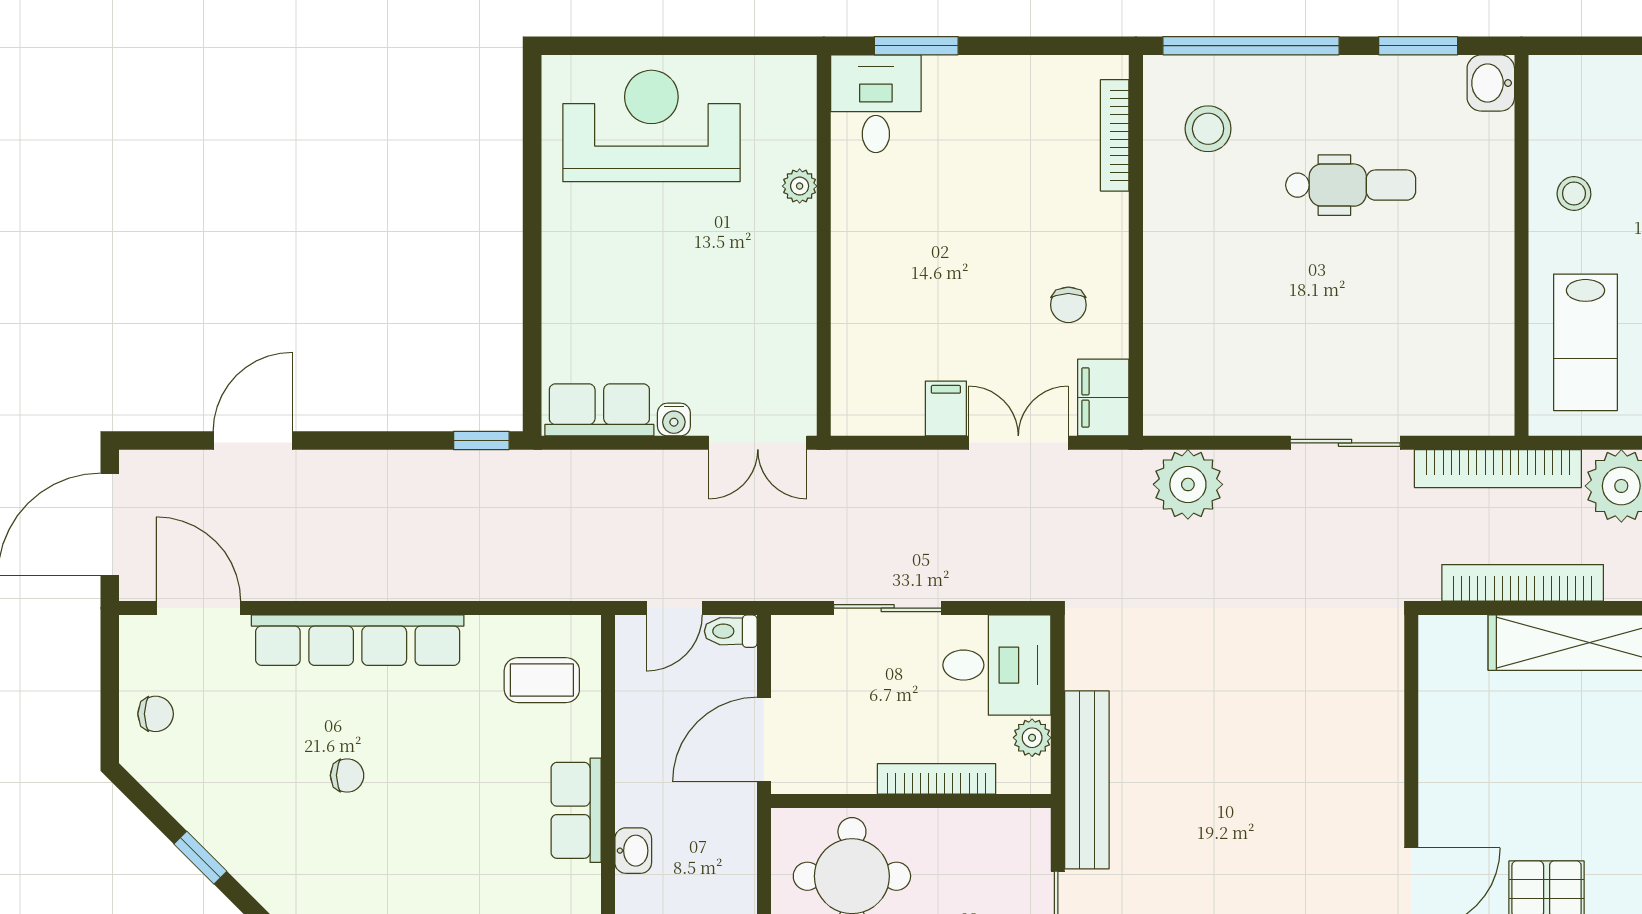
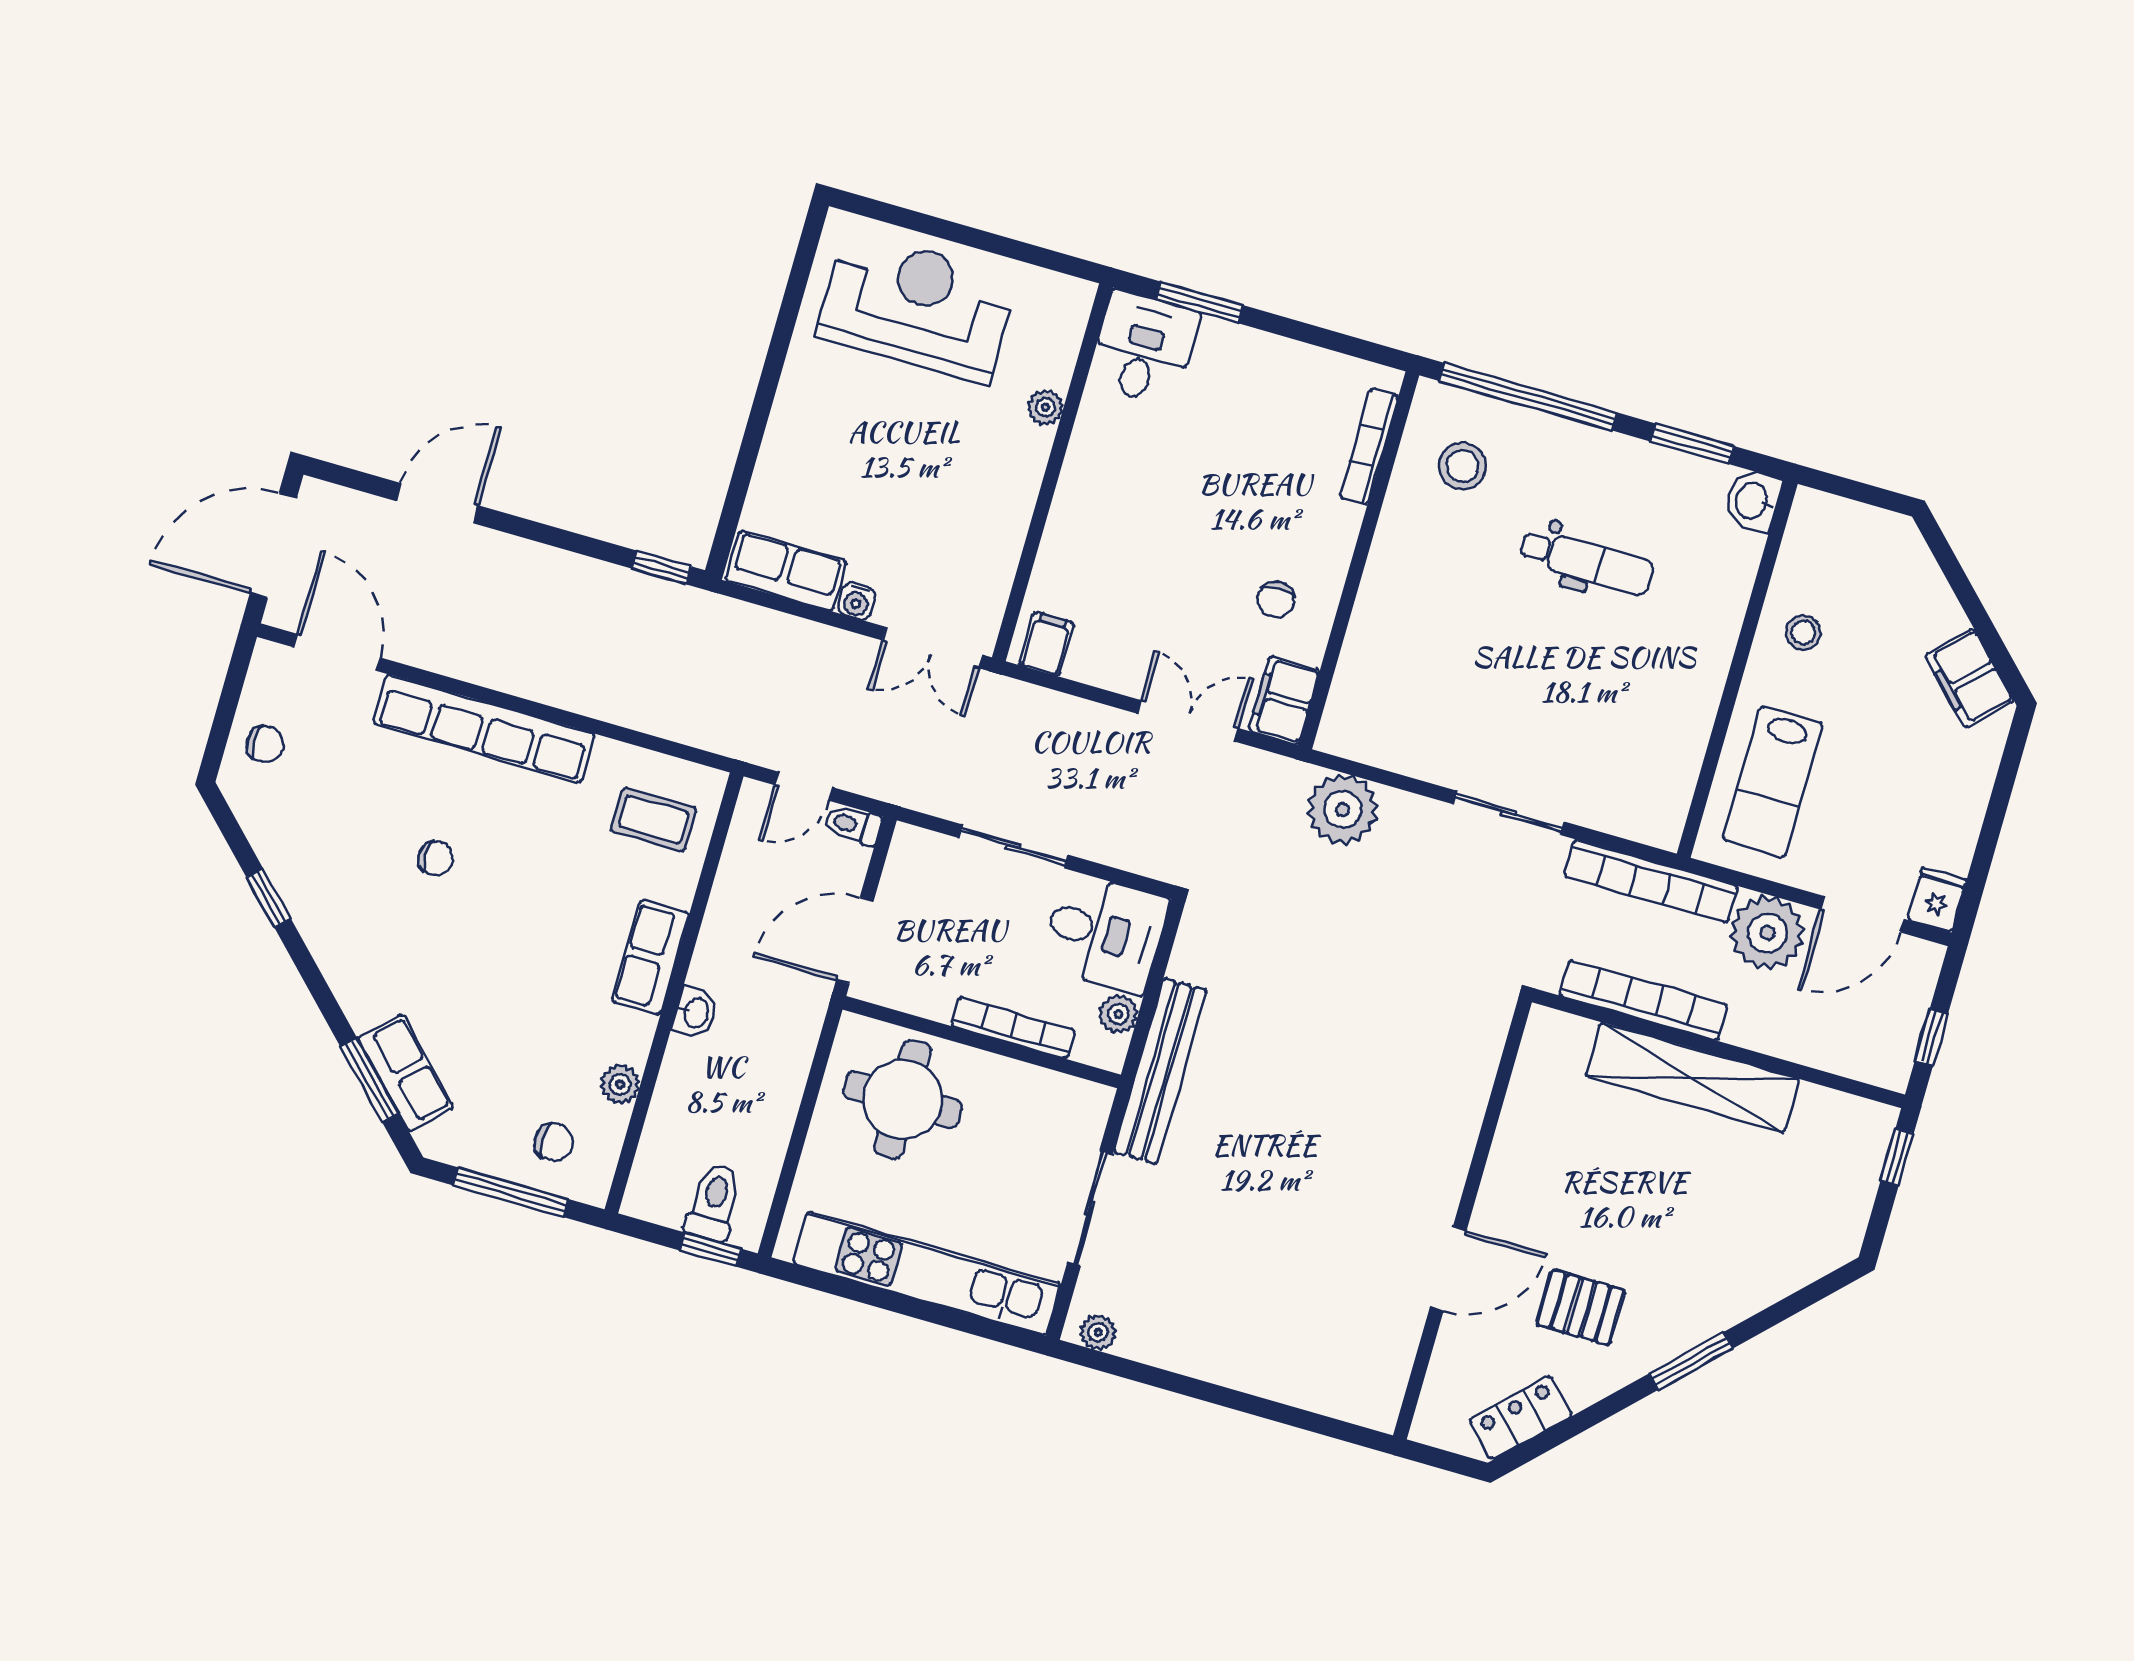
filing cabinet: (946, 408) -> (1046, 644), moved

